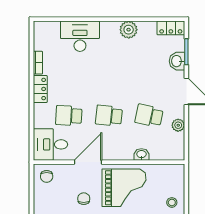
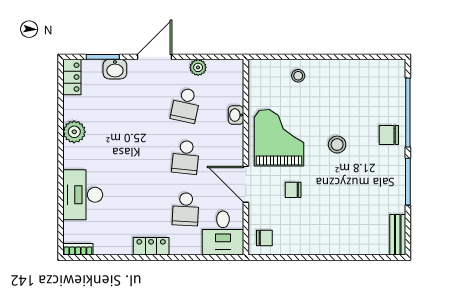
bookcase: (38, 63) -> (78, 249), moved

